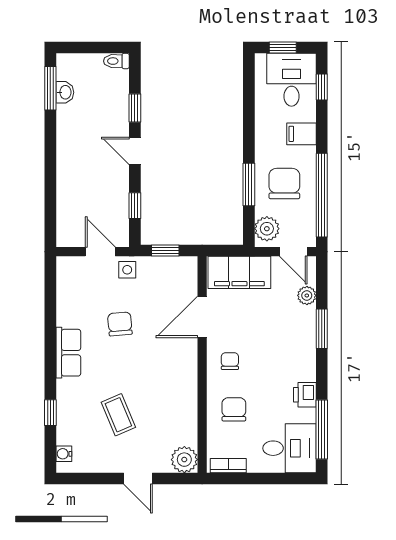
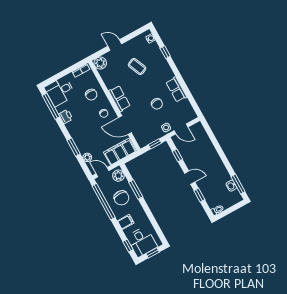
door: (202, 317) -> (125, 125), swing flipped
row of seats: (68, 353) -> (176, 89), moved
row of seats: (185, 373) -> (119, 99), added

